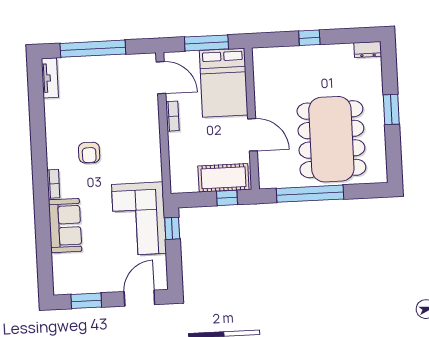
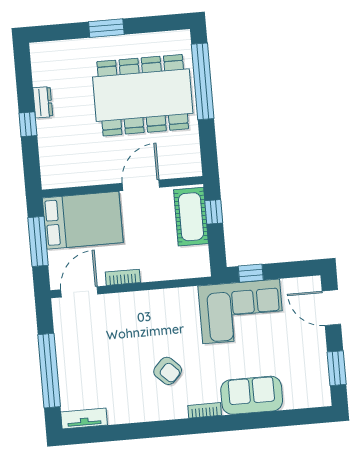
dresser: (368, 49) -> (43, 102), moved
armchair: (89, 153) -> (168, 371), turned 44
window: (310, 194) -> (203, 81), moved

